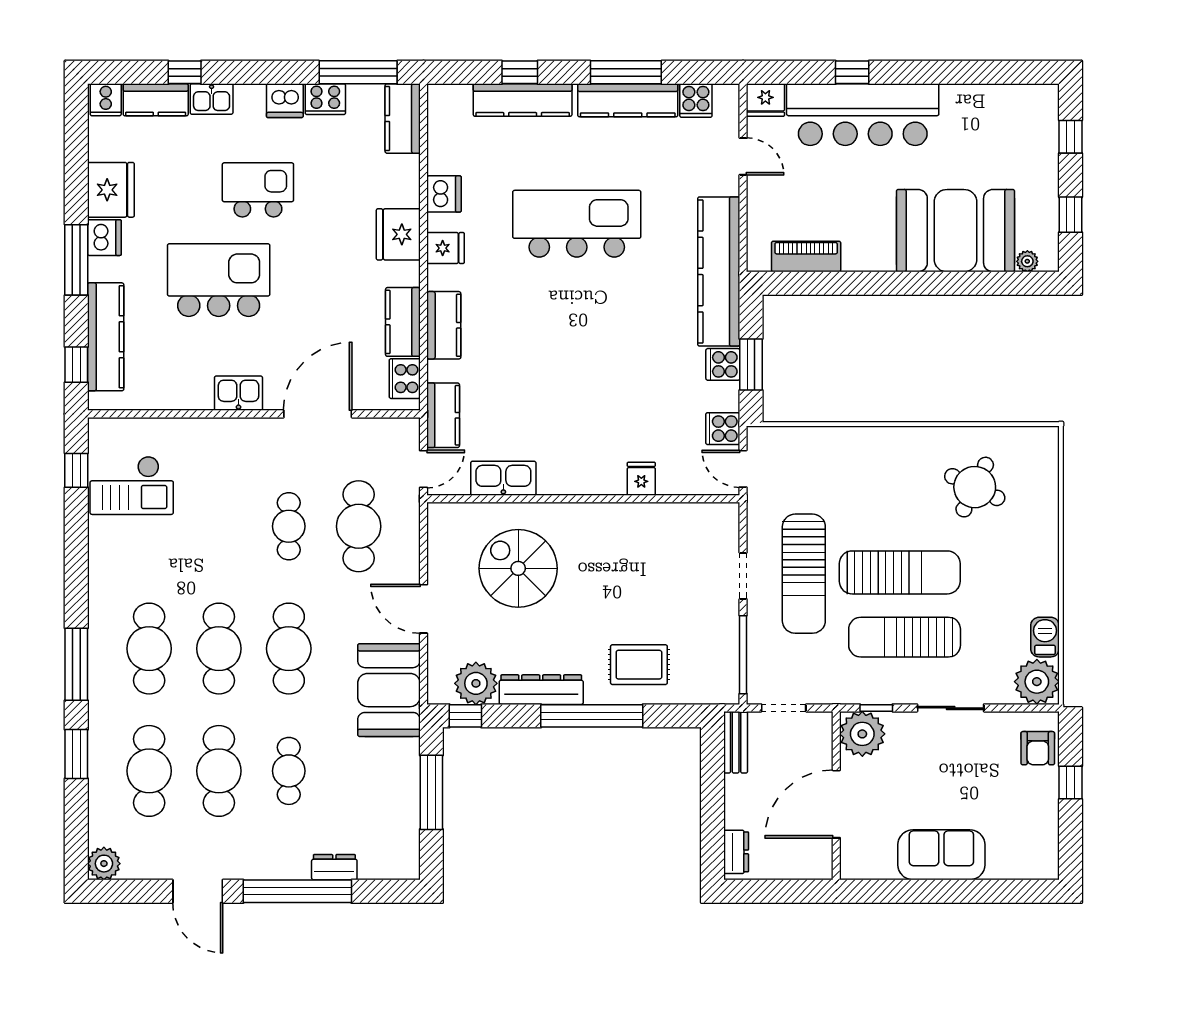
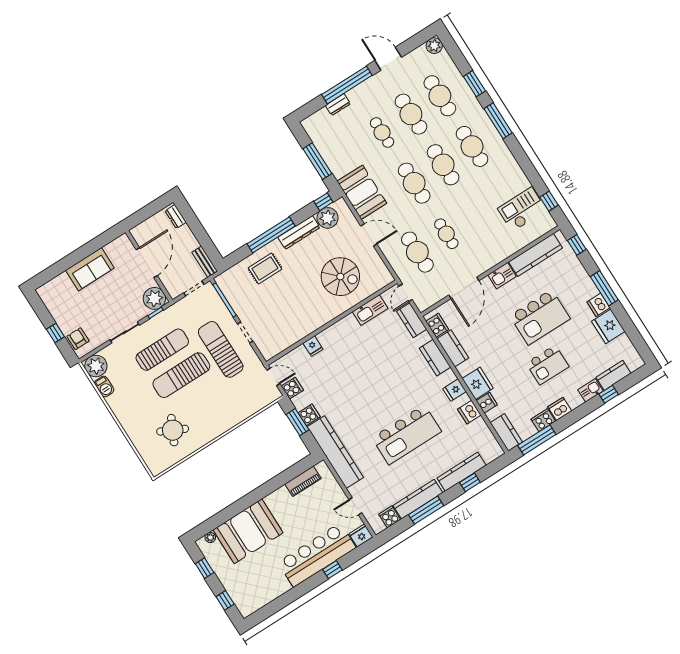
cooker: (106, 100) -> (487, 403), moved, turned 90
kitchen counter: (106, 337) -> (535, 255), moved, turned -90

